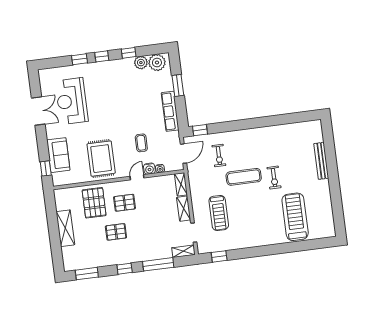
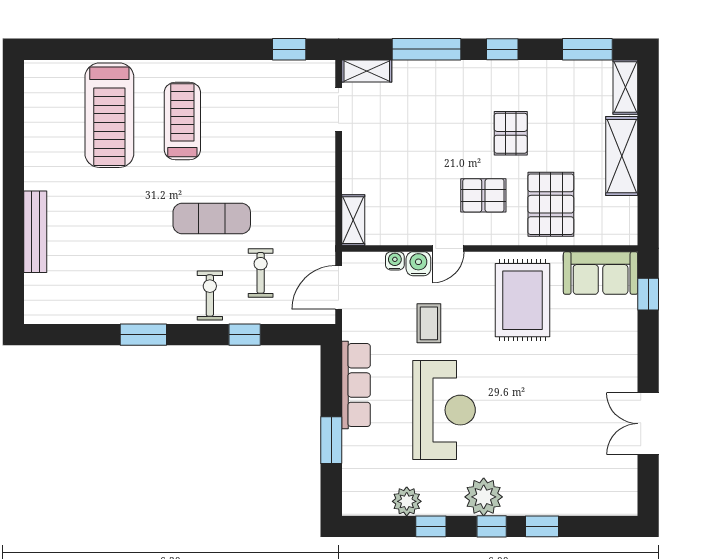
plant: (157, 63) -> (484, 497), moved
reception desk: (72, 101) -> (444, 410), moved
window: (267, 121) -> (143, 335), added
window: (200, 130) -> (245, 335), moved
sofa: (58, 155) -> (601, 273), moved, turned -90
exercise bike: (274, 178) -> (210, 296), moved
shelving: (184, 209) -> (625, 87), moved
treadmill: (219, 213) -> (182, 121), moved
pallet: (116, 232) -> (511, 133), turned 90

